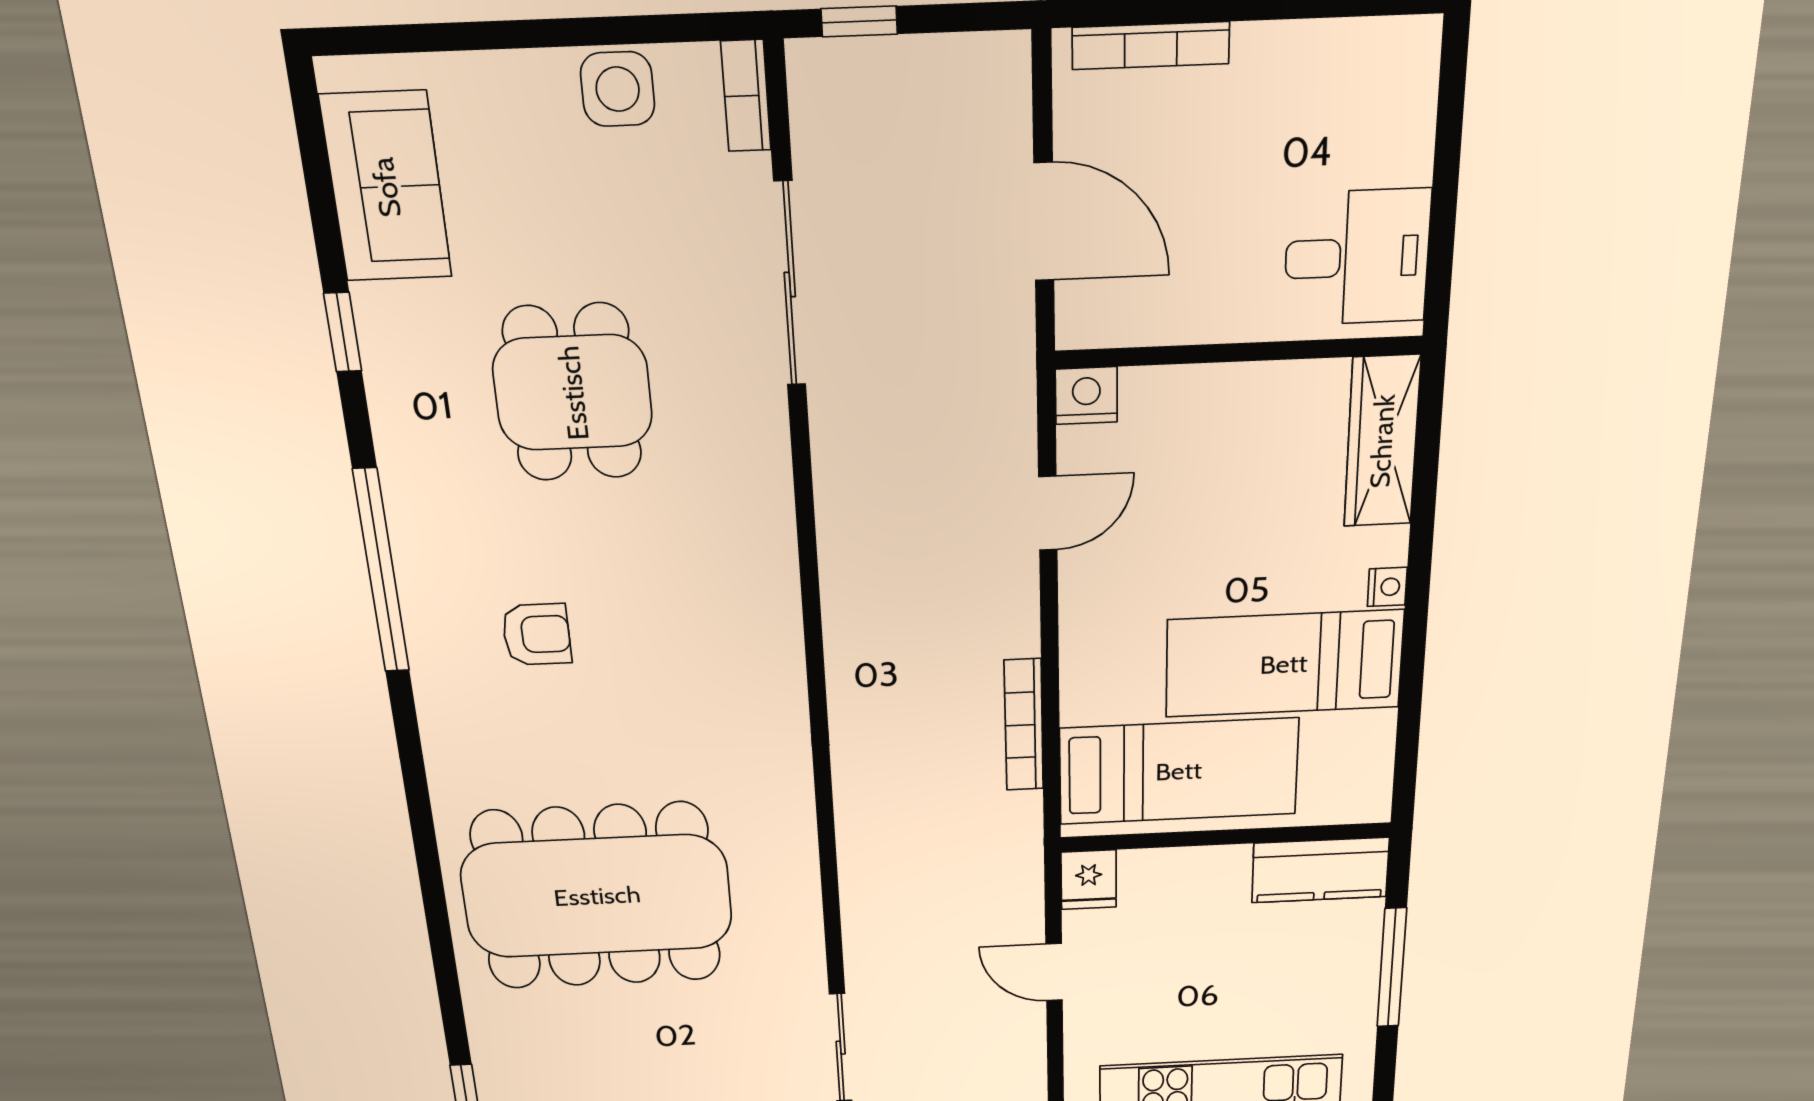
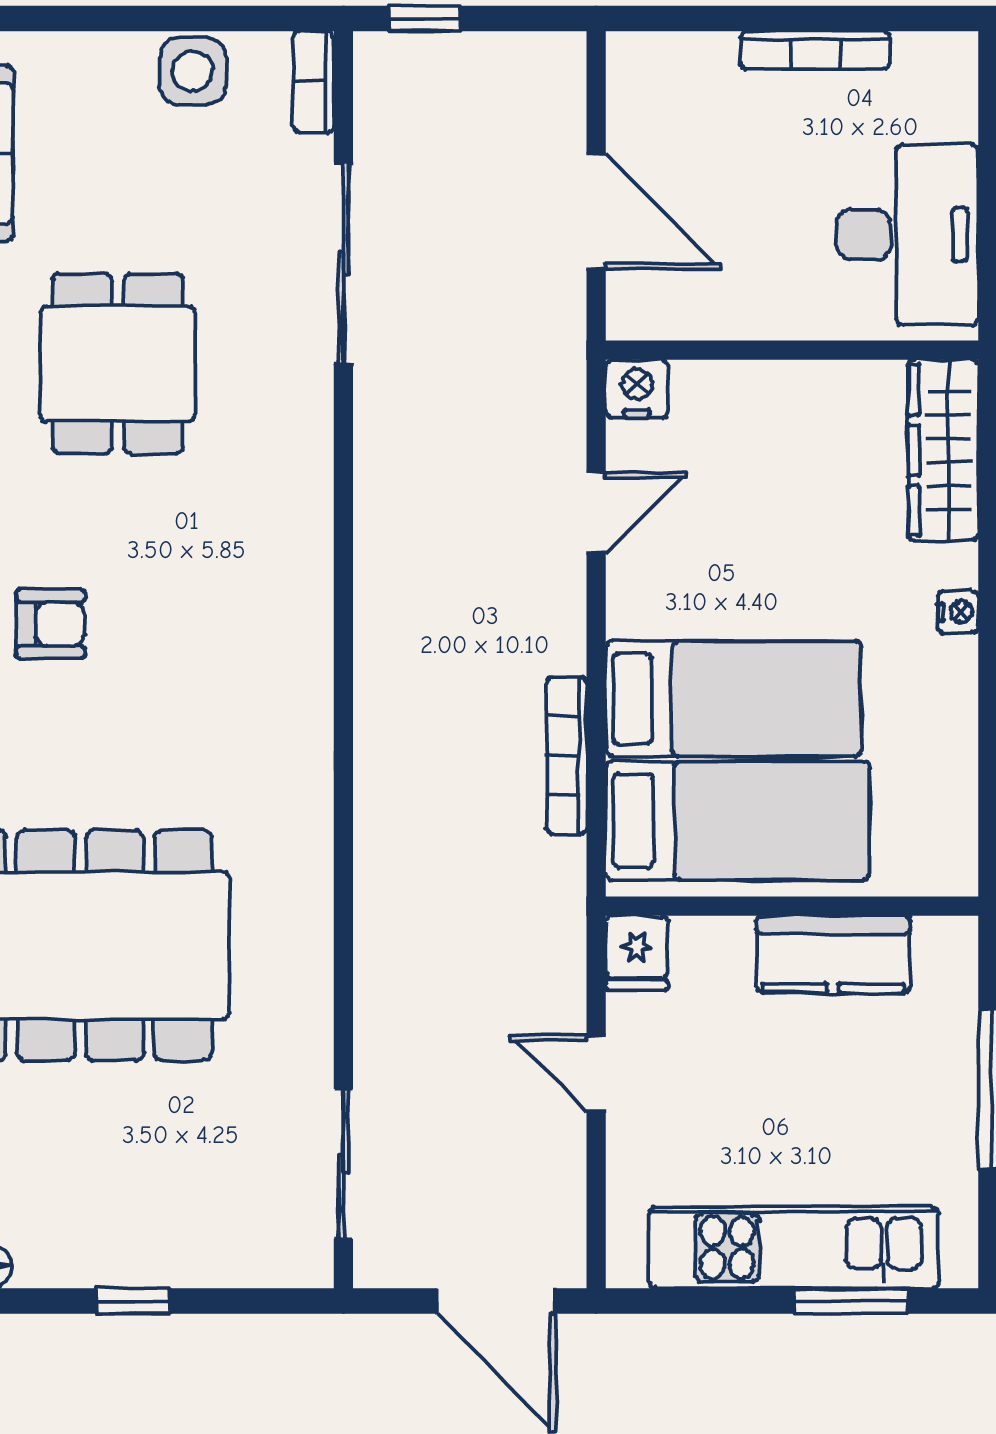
bookcase: (1151, 46) -> (815, 50), moved
desk: (1357, 257) -> (907, 235), width x1.37
bed: (1284, 664) -> (733, 699), moved, turned 180
kitchen counter: (1320, 870) -> (833, 954), moved

